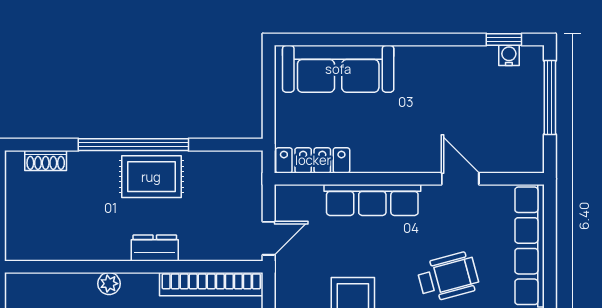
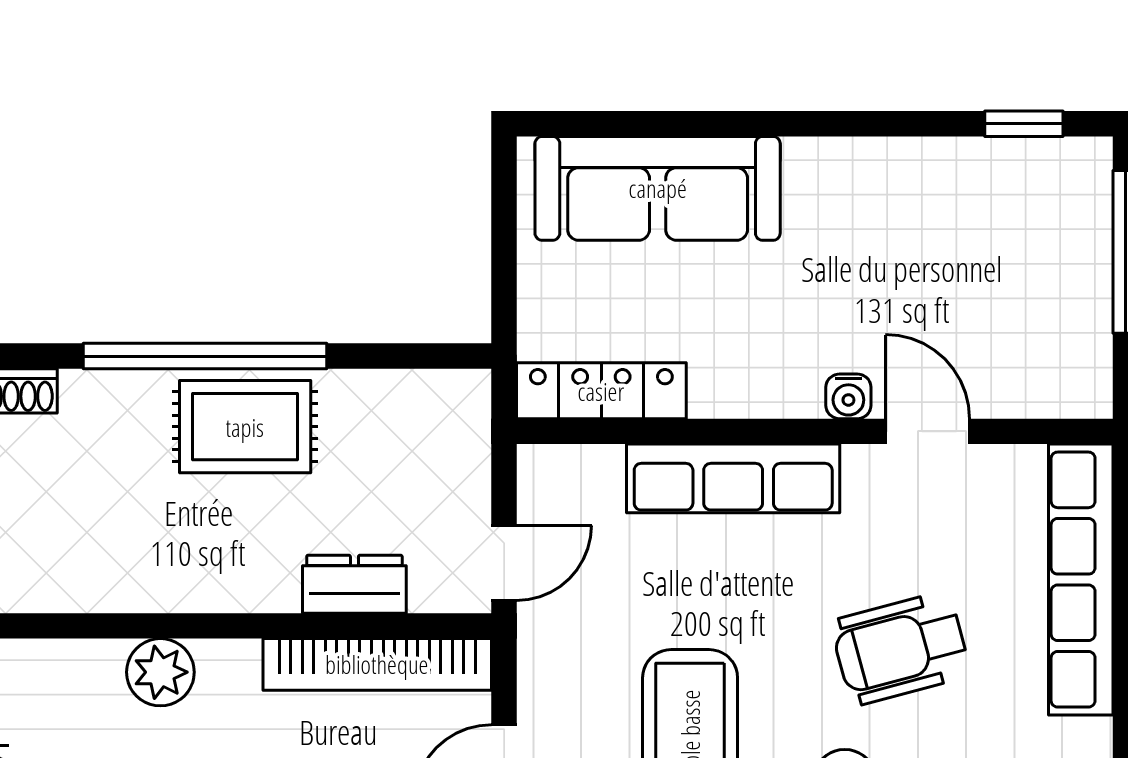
water cooler: (509, 55) -> (848, 396), moved, turned 180
dresser: (155, 248) -> (354, 584), moved
wheelchair: (448, 277) -> (901, 648), turned 180
plant: (109, 284) -> (160, 672), width x1.38, depth x1.38

